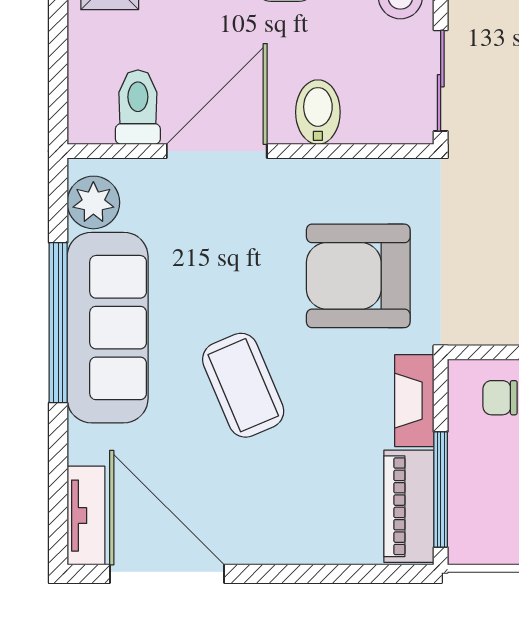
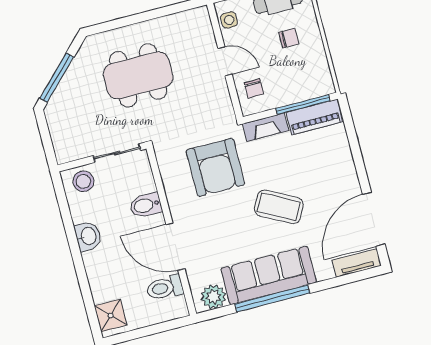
coffee table: (243, 385) -> (279, 207), turned 51

